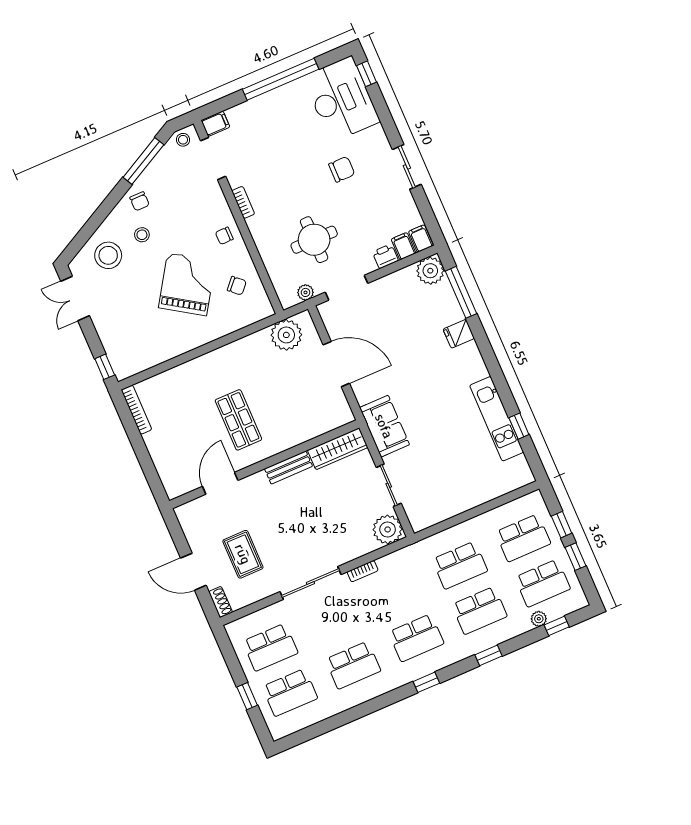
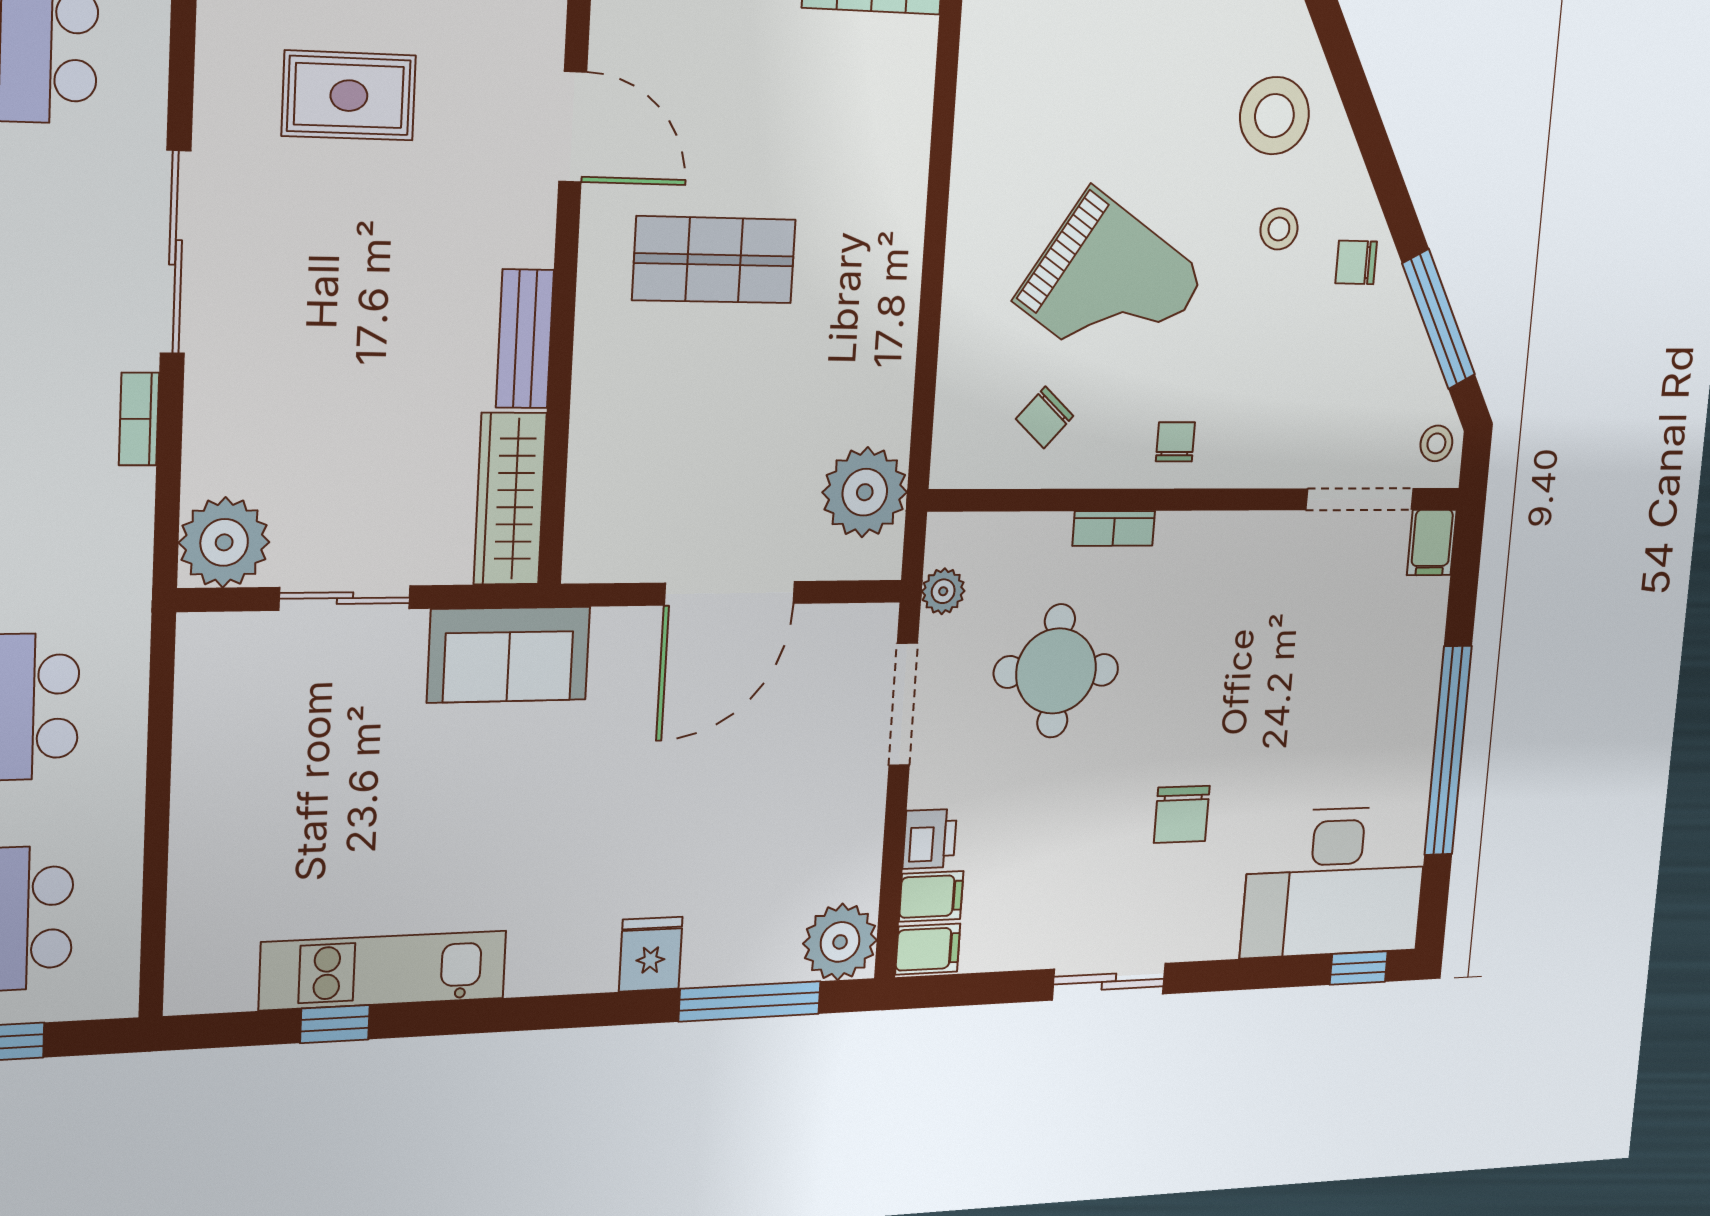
bookcase: (243, 202) -> (1114, 528), moved

